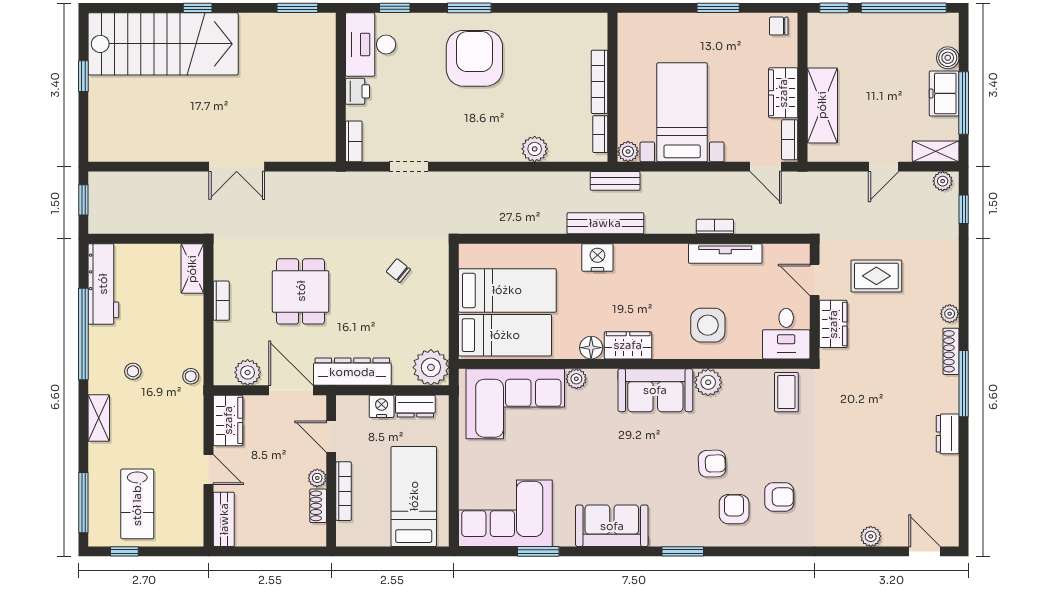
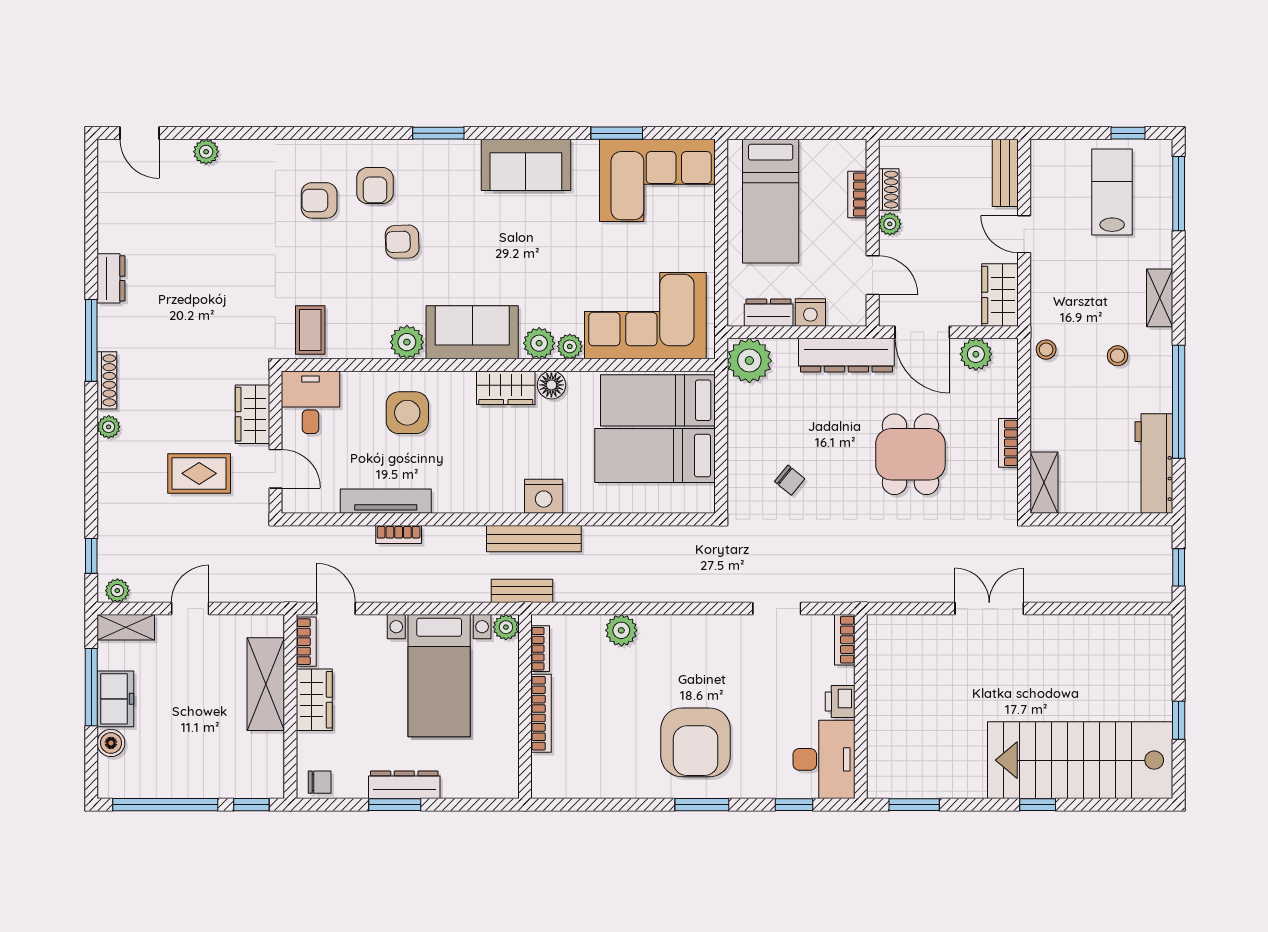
dresser: (710, 24) -> (404, 785), added
plant: (601, 381) -> (539, 343), added
bookcase: (344, 491) -> (857, 195), width x0.64

